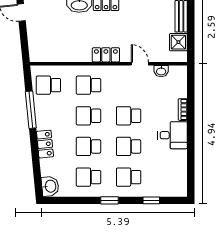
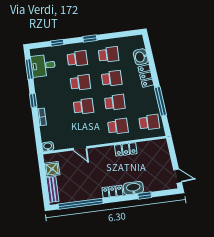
locker: (106, 55) -> (126, 149), moved
washbasin: (161, 71) -> (48, 147), moved
window: (191, 132) -> (33, 100), added
desk: (173, 135) -> (43, 66), moved
window: (191, 172) -> (29, 69), added
washbasin: (50, 186) -> (141, 57), moved

